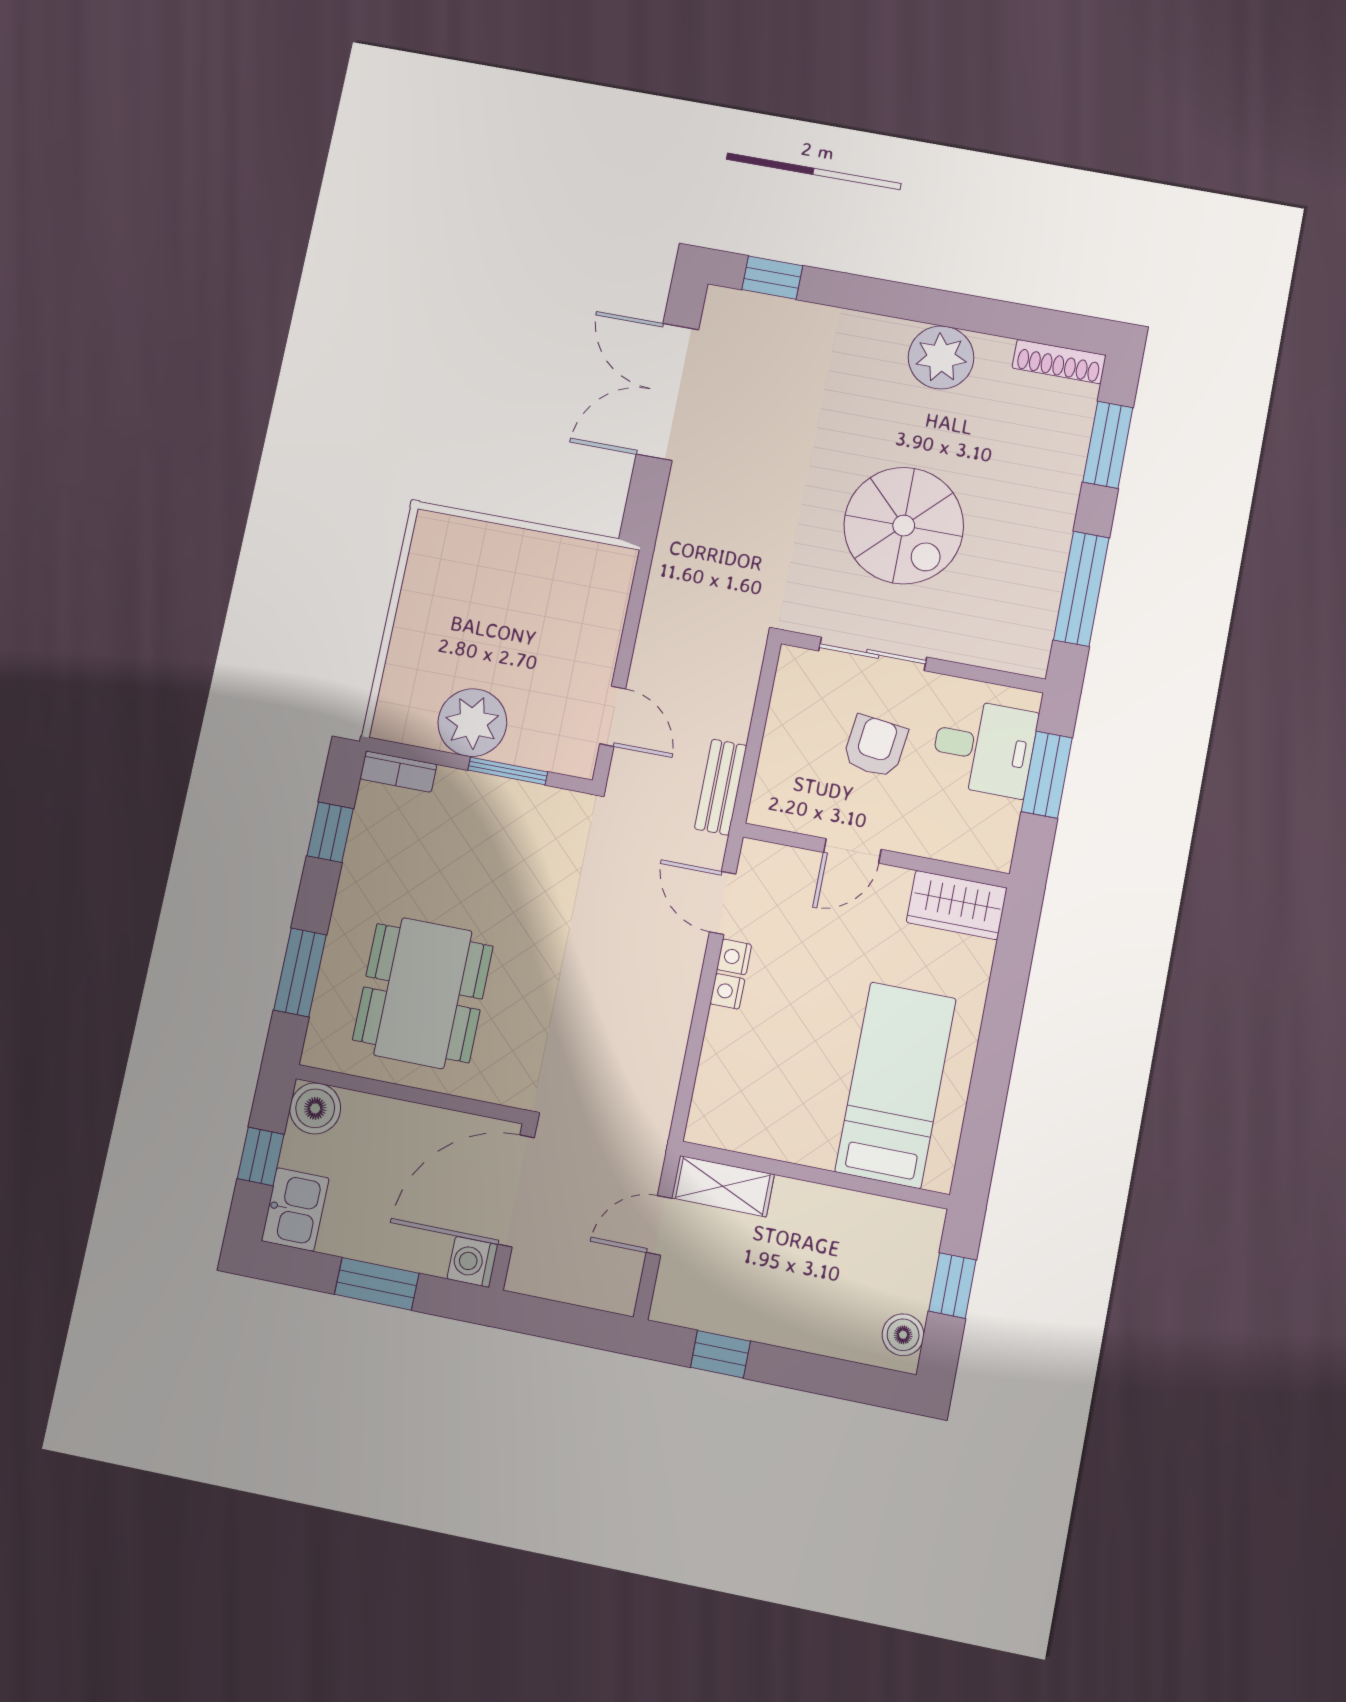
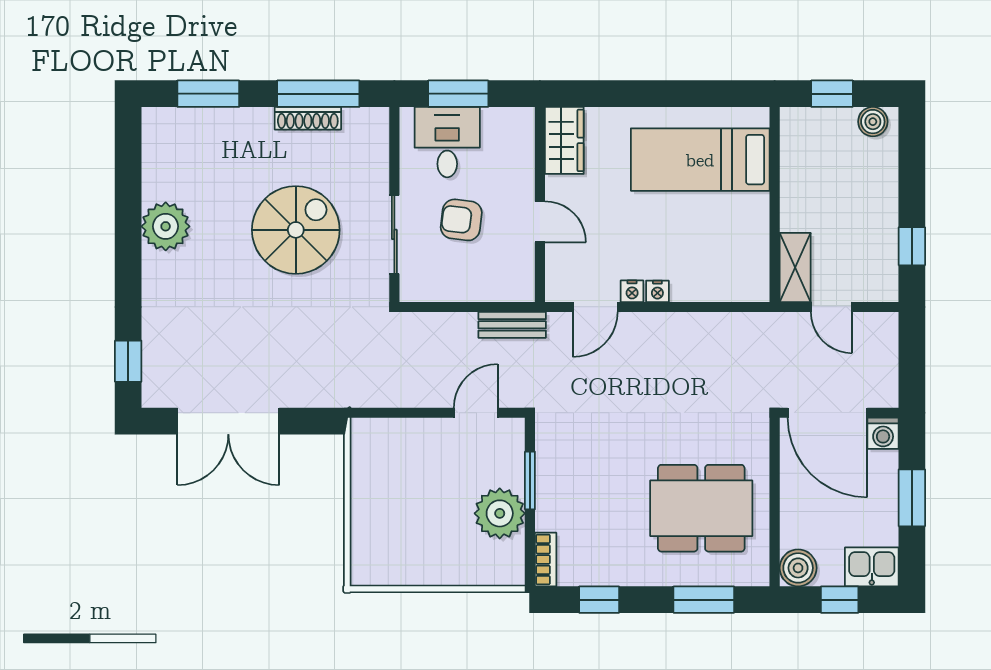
shoe rack: (1059, 362) -> (308, 118), moved, turned 90

